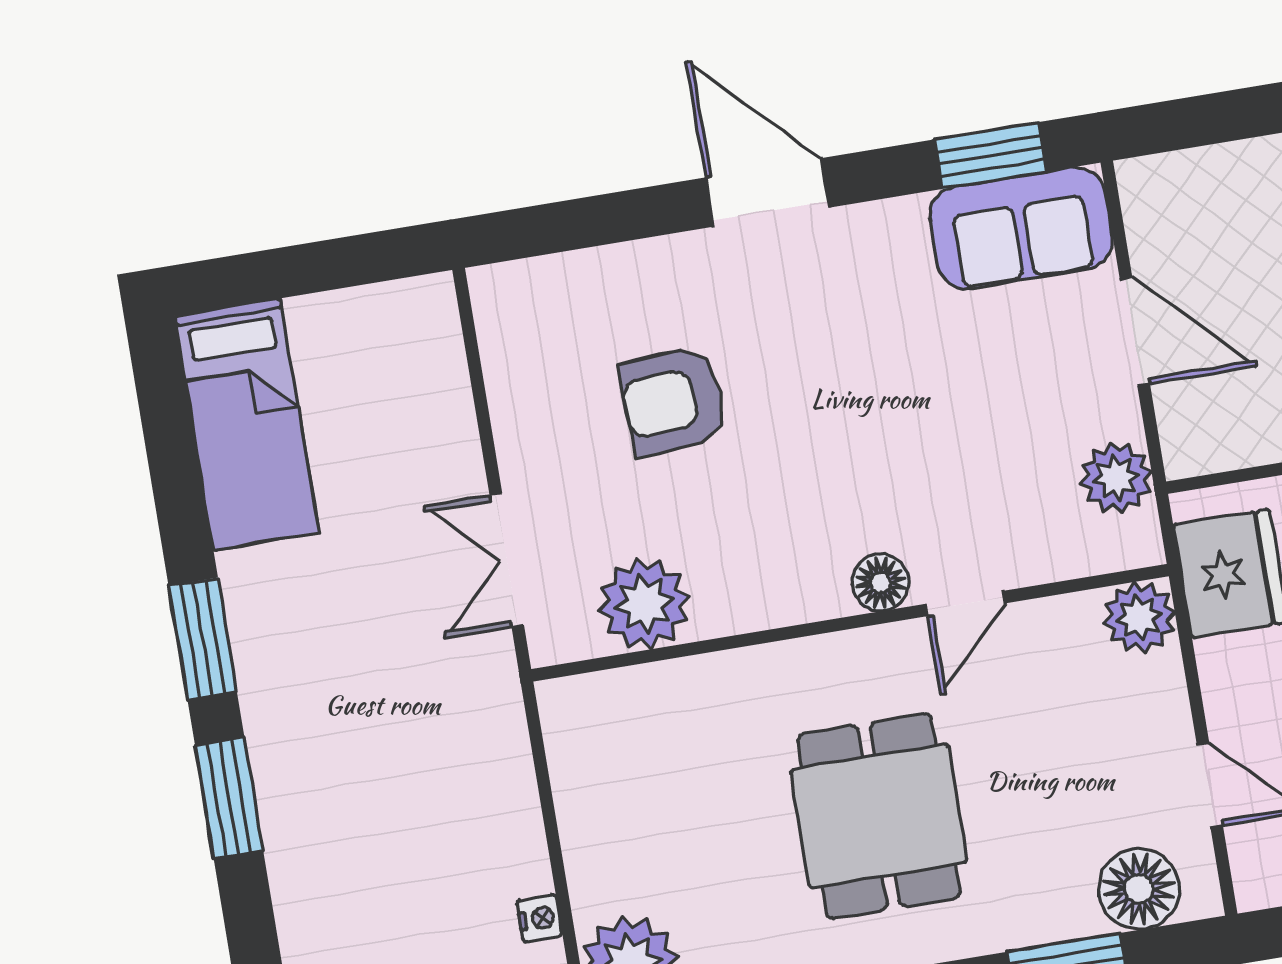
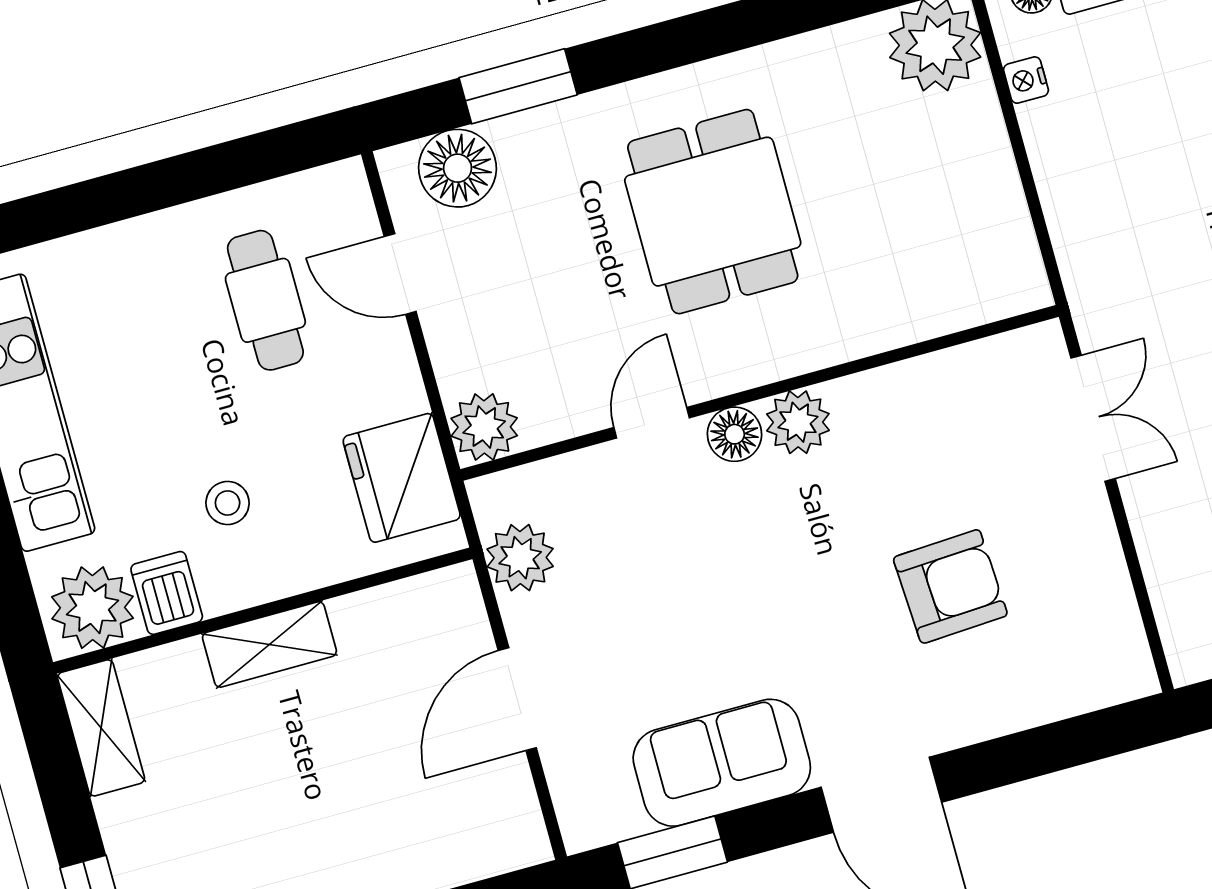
sofa: (1021, 228) -> (722, 763), moved
door: (1135, 331) -> (517, 699), hinge flipped
plant: (644, 604) -> (798, 422), moved, width x0.73, depth x0.73

